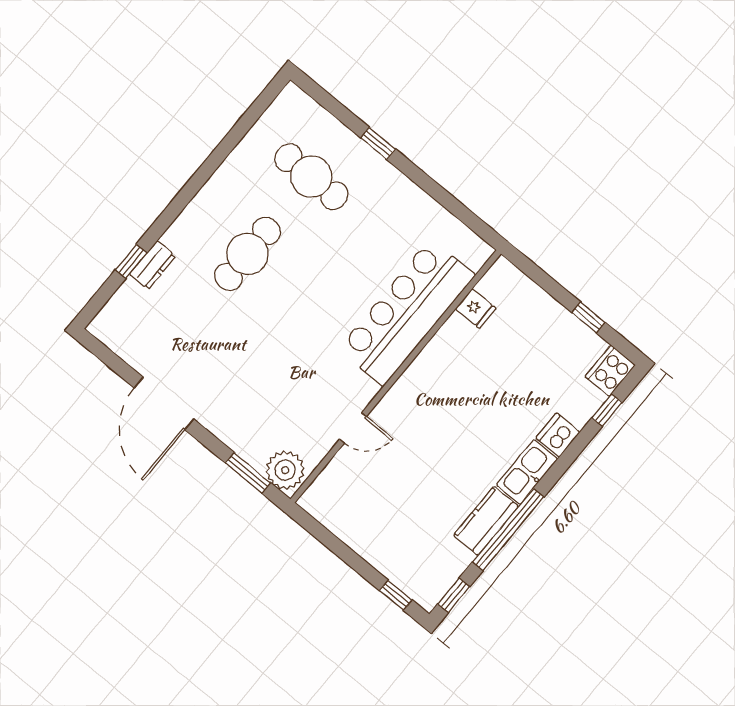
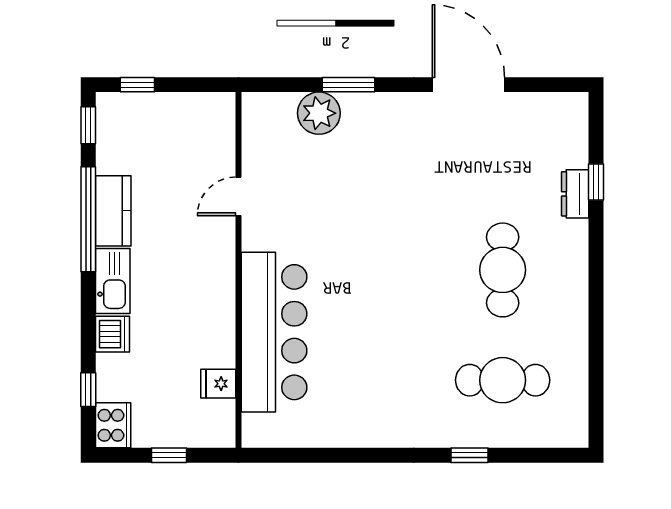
fridge: (476, 309) -> (218, 384), moved
bar counter: (407, 312) -> (274, 332), moved
wall: (396, 376) -> (239, 270), moved
door: (353, 428) -> (239, 196), moved

